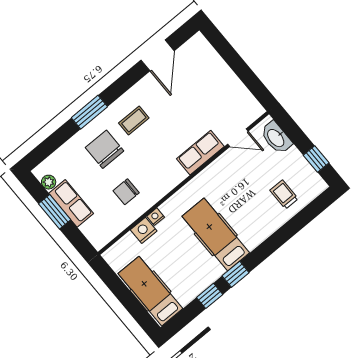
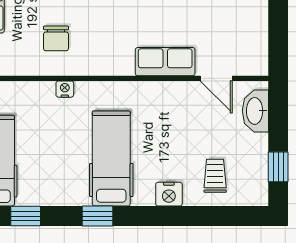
chair: (126, 192) -> (56, 38), turned -90
nightstand: (144, 230) -> (169, 194), moved, turned 180
window: (210, 296) -> (26, 216), moved

